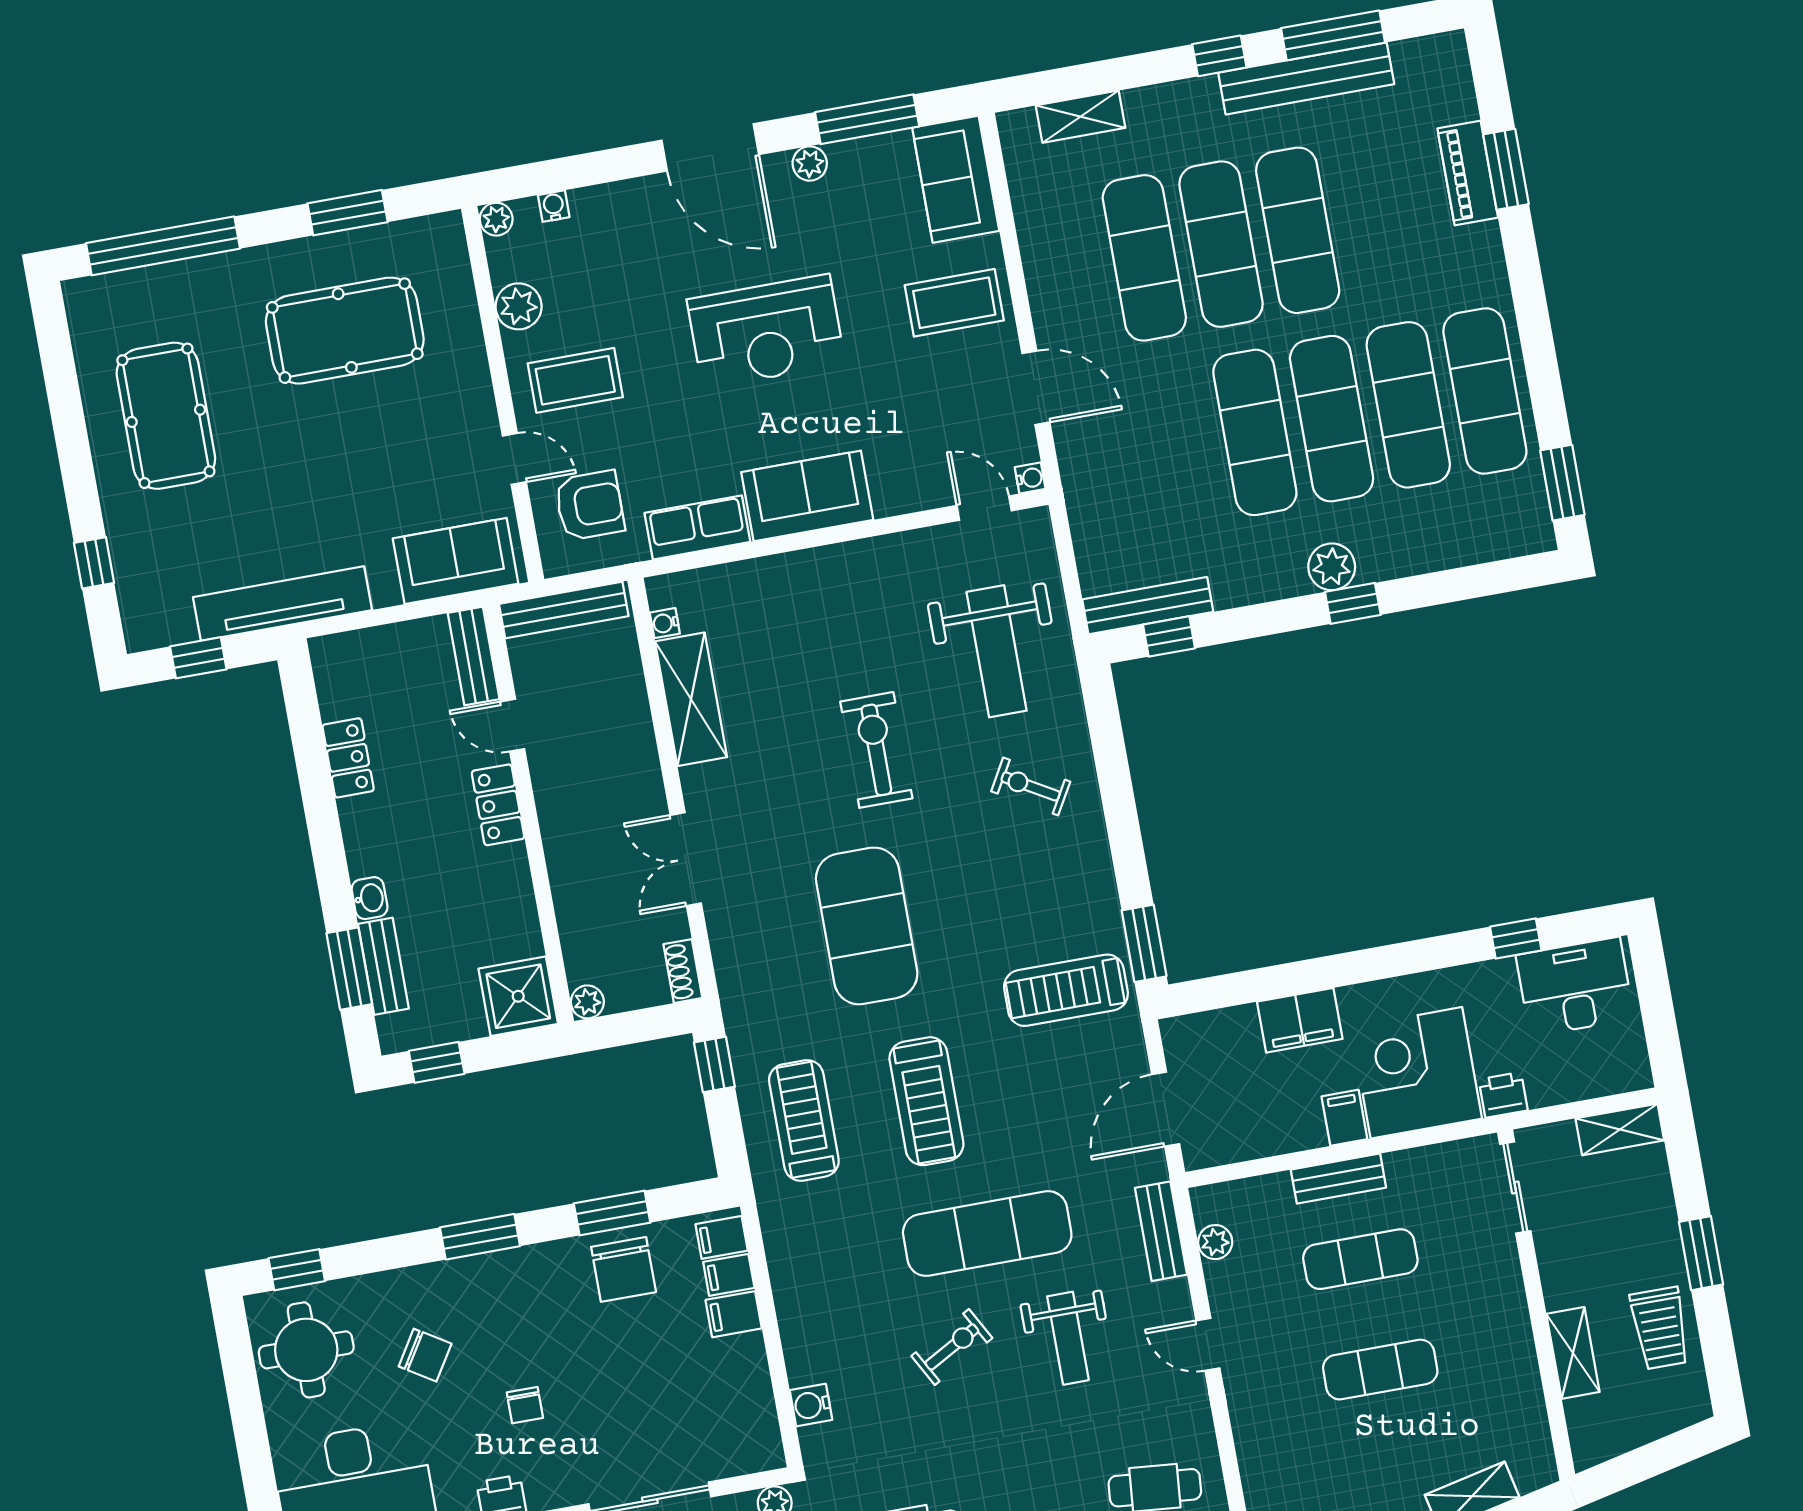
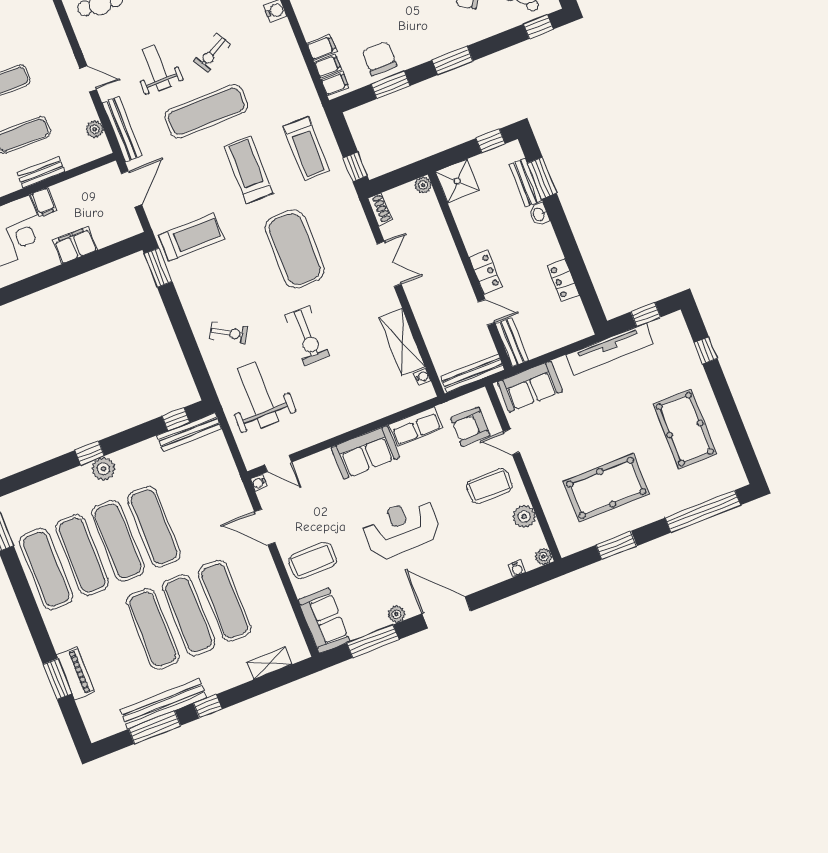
bench: (1161, 1231) -> (122, 129), width x1.36

